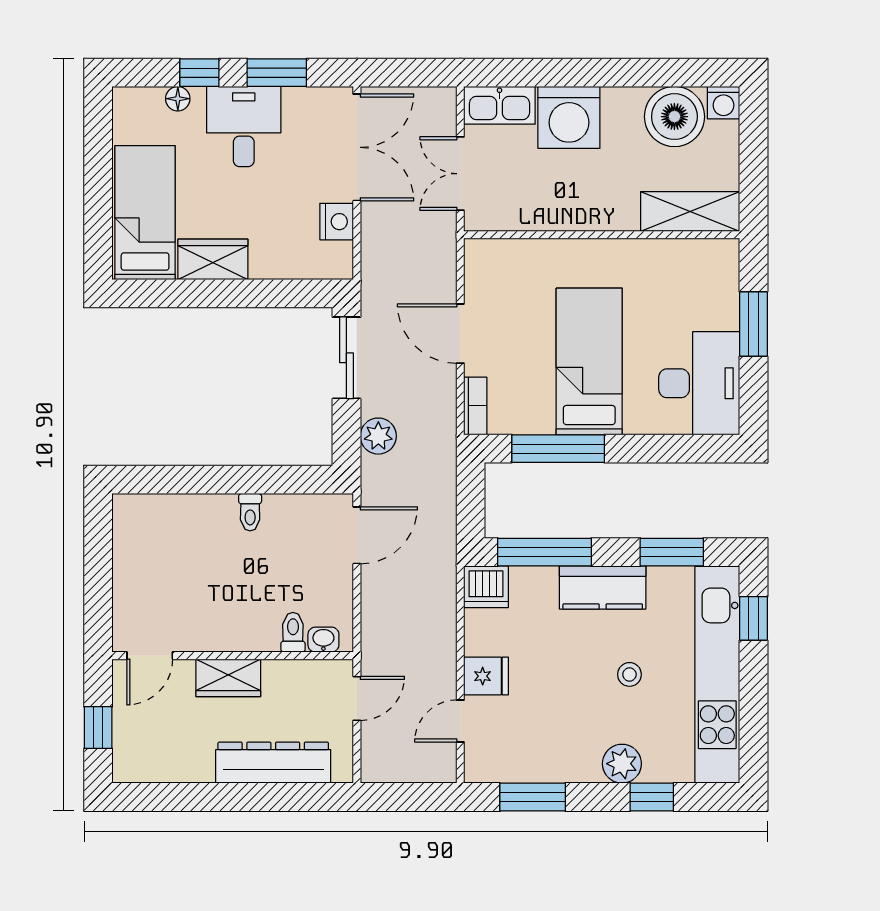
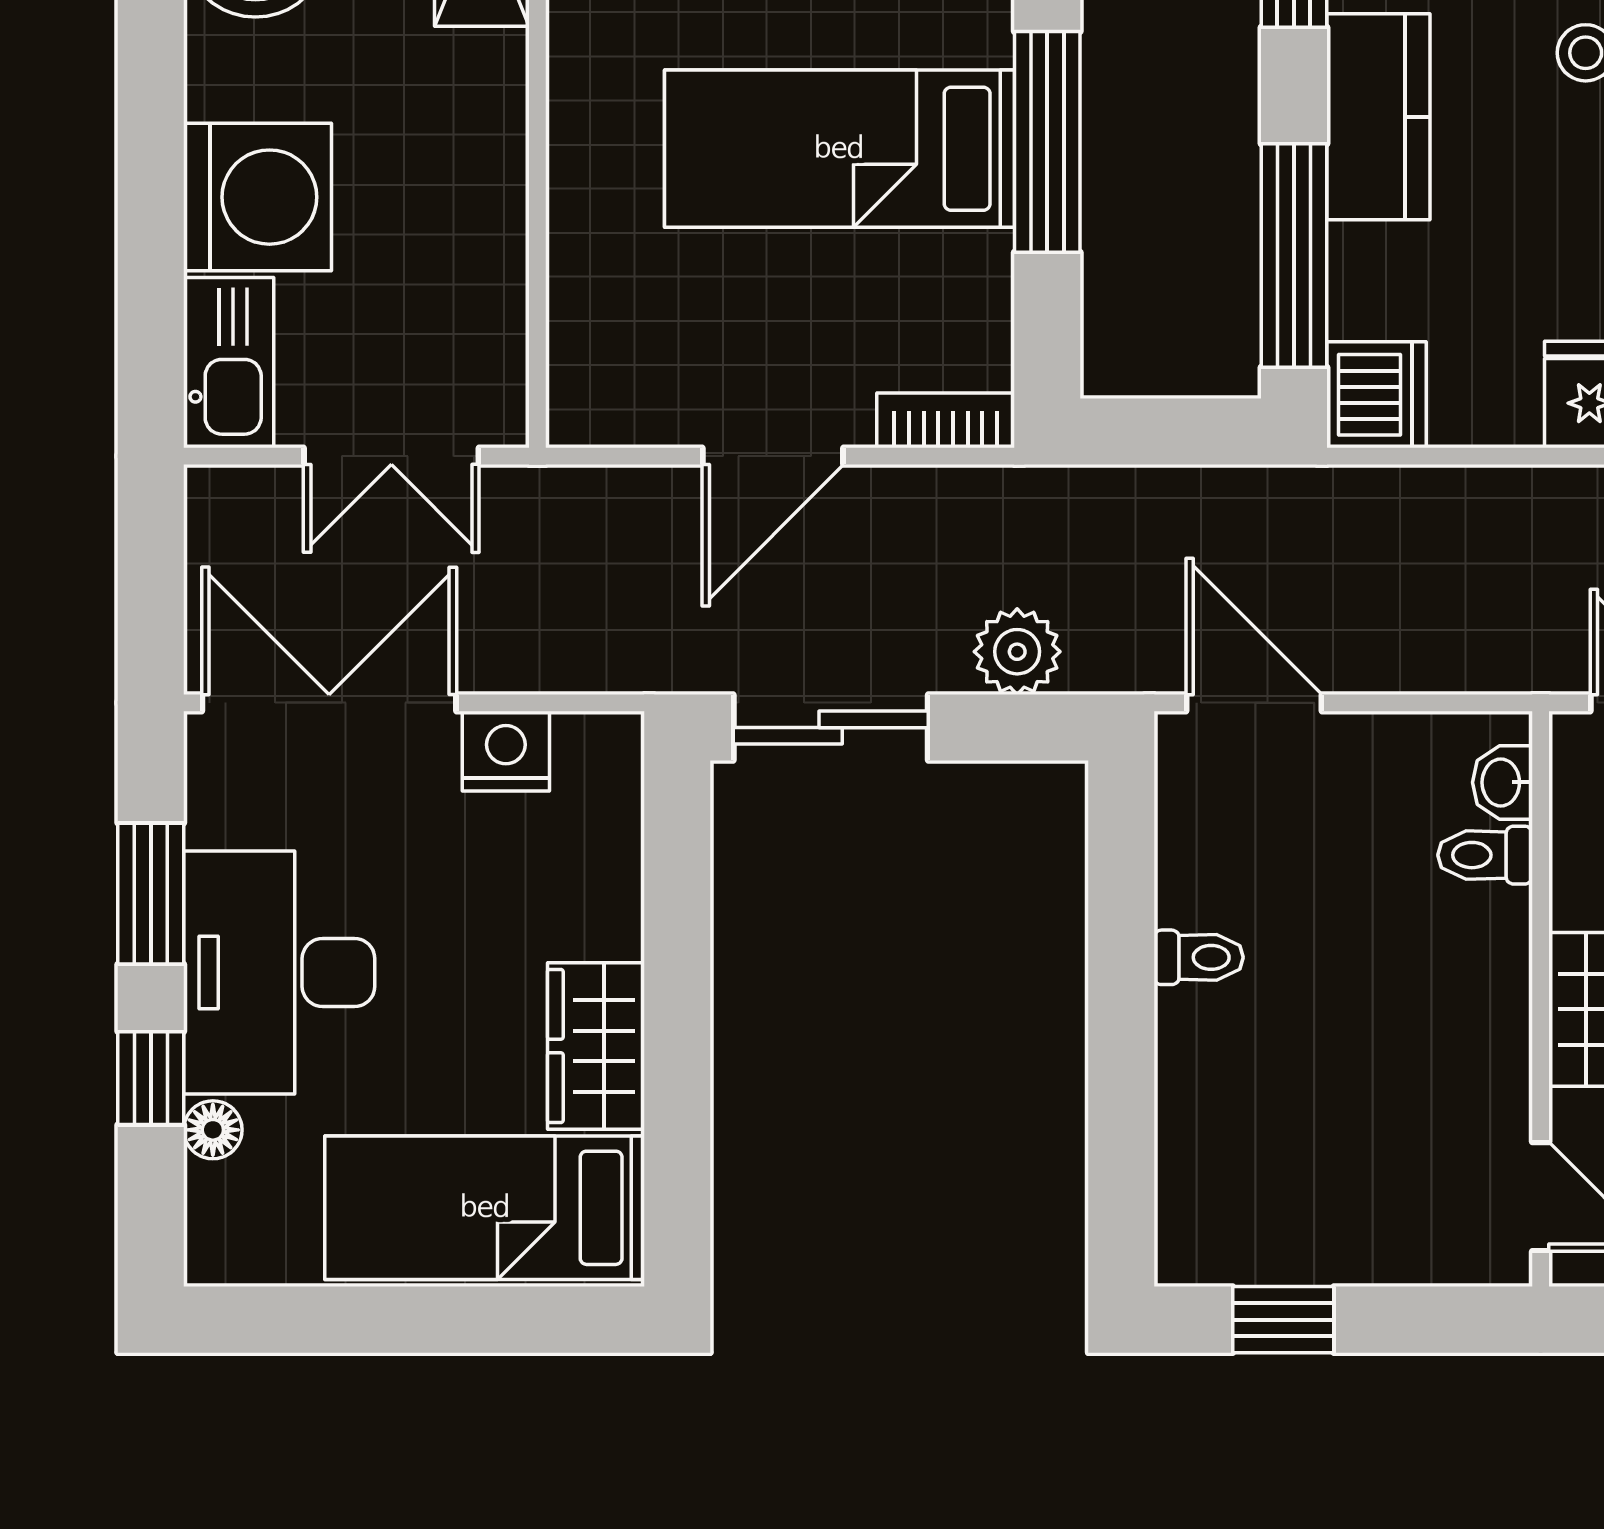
desk: (244, 127) -> (279, 973), width x1.37
window: (558, 449) -> (1047, 142), moved
window: (98, 548) -> (1283, 1320), added

